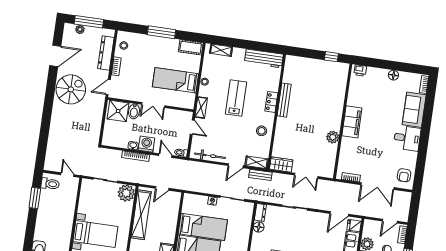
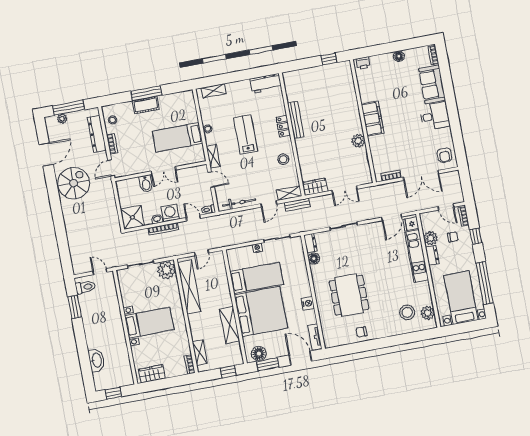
cot: (191, 47) -> (146, 105), moved
workbench: (264, 58) -> (266, 83), width x0.73
shower: (118, 111) -> (132, 217), moved
door: (390, 221) -> (446, 207), hinge flipped

